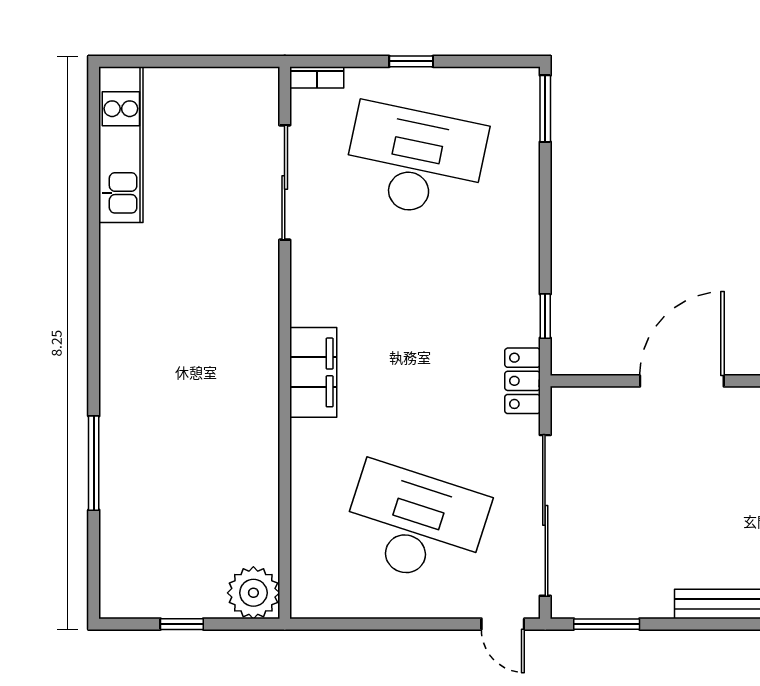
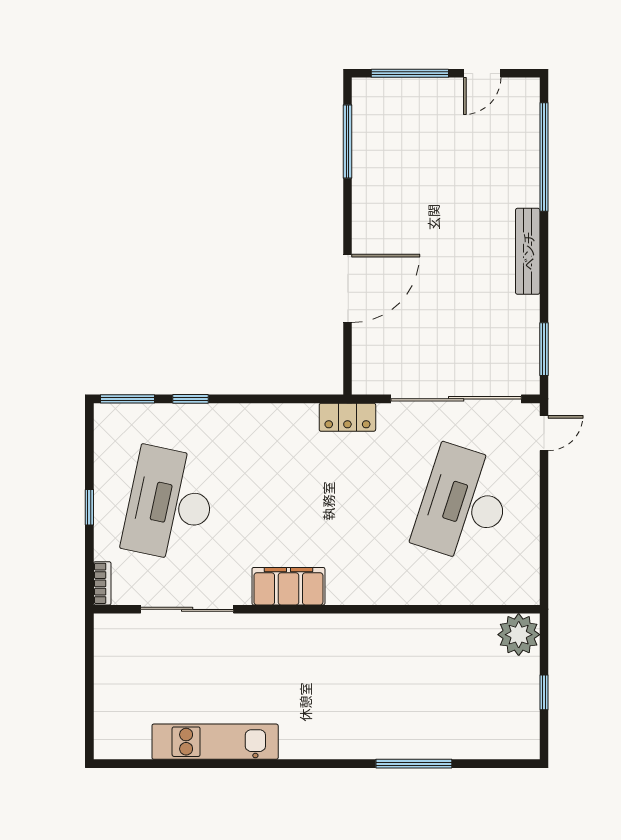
kitchen unit: (121, 145) -> (215, 742), moved
window: (545, 316) -> (190, 399), moved
filing cabinet: (313, 372) -> (288, 586), moved
door: (682, 381) -> (348, 288), swing flipped

